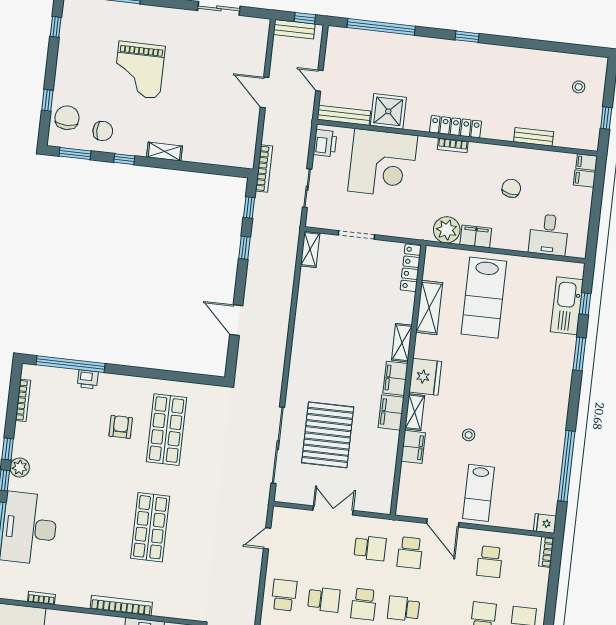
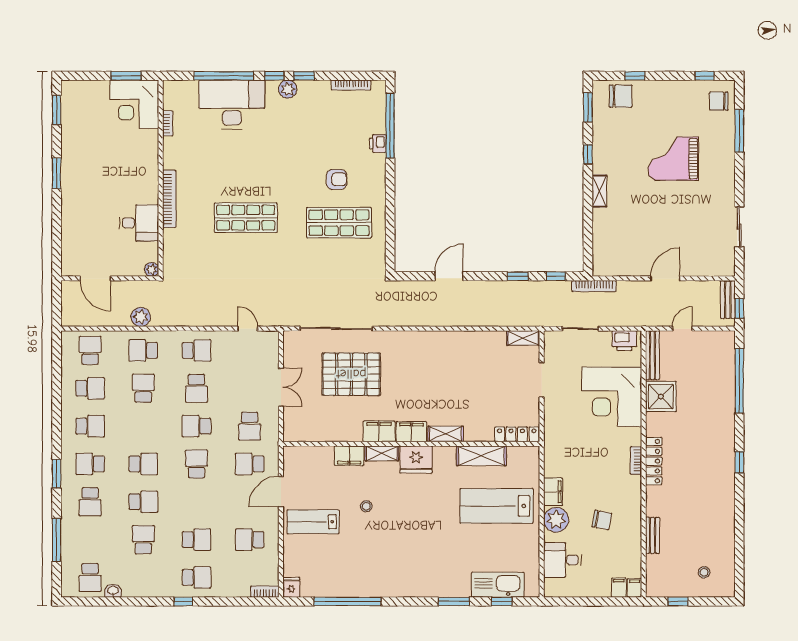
chair: (103, 131) -> (719, 101), moved, turned 90
plant: (447, 230) -> (556, 520), moved

